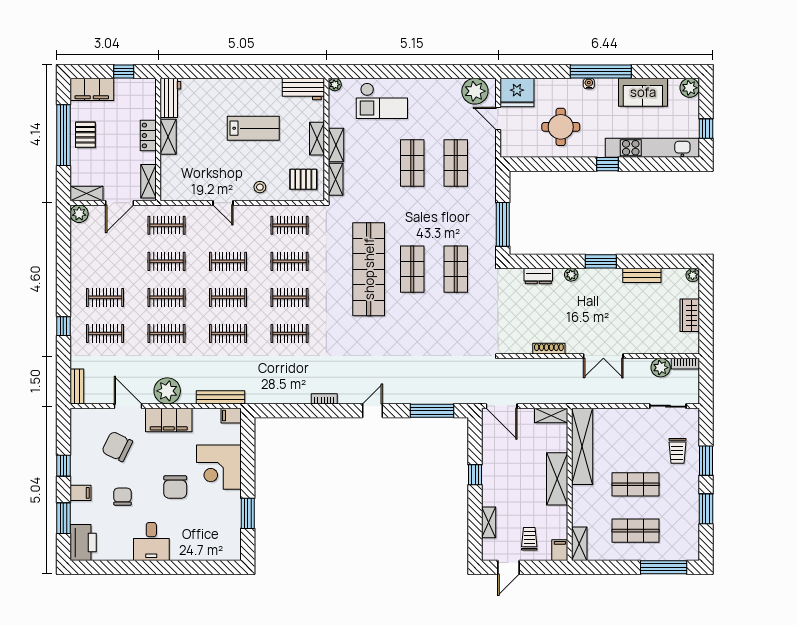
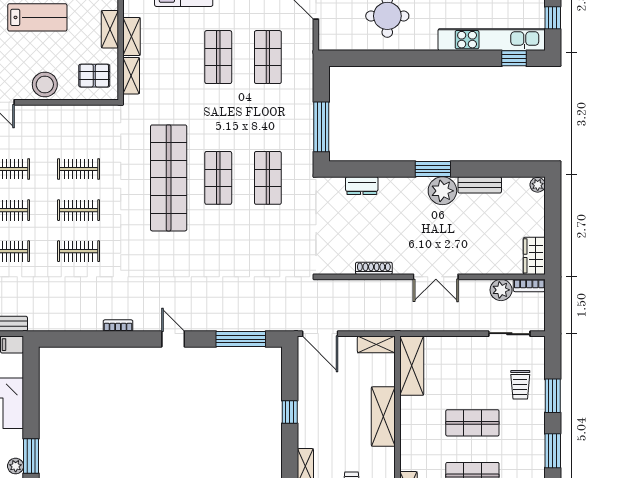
window: (608, 164) -> (514, 58), moved
stool: (260, 187) -> (45, 85), width x1.89, depth x1.89
clothes rail: (290, 225) -> (79, 128), removed
plant: (571, 275) -> (442, 191), moved, width x1.88, depth x1.88
wardrobe: (690, 315) -> (534, 256), moved
door: (373, 411) -> (173, 339), hinge flipped
shelving: (582, 446) -> (412, 366), width x0.68
plant: (234, 522) -> (16, 466), added

